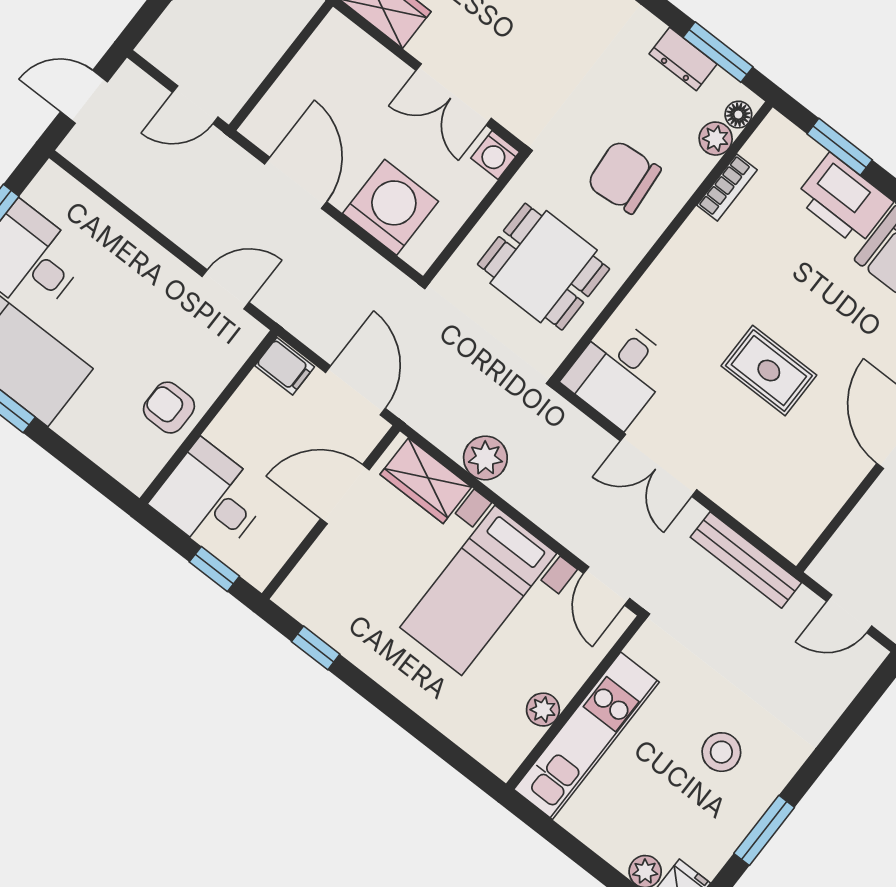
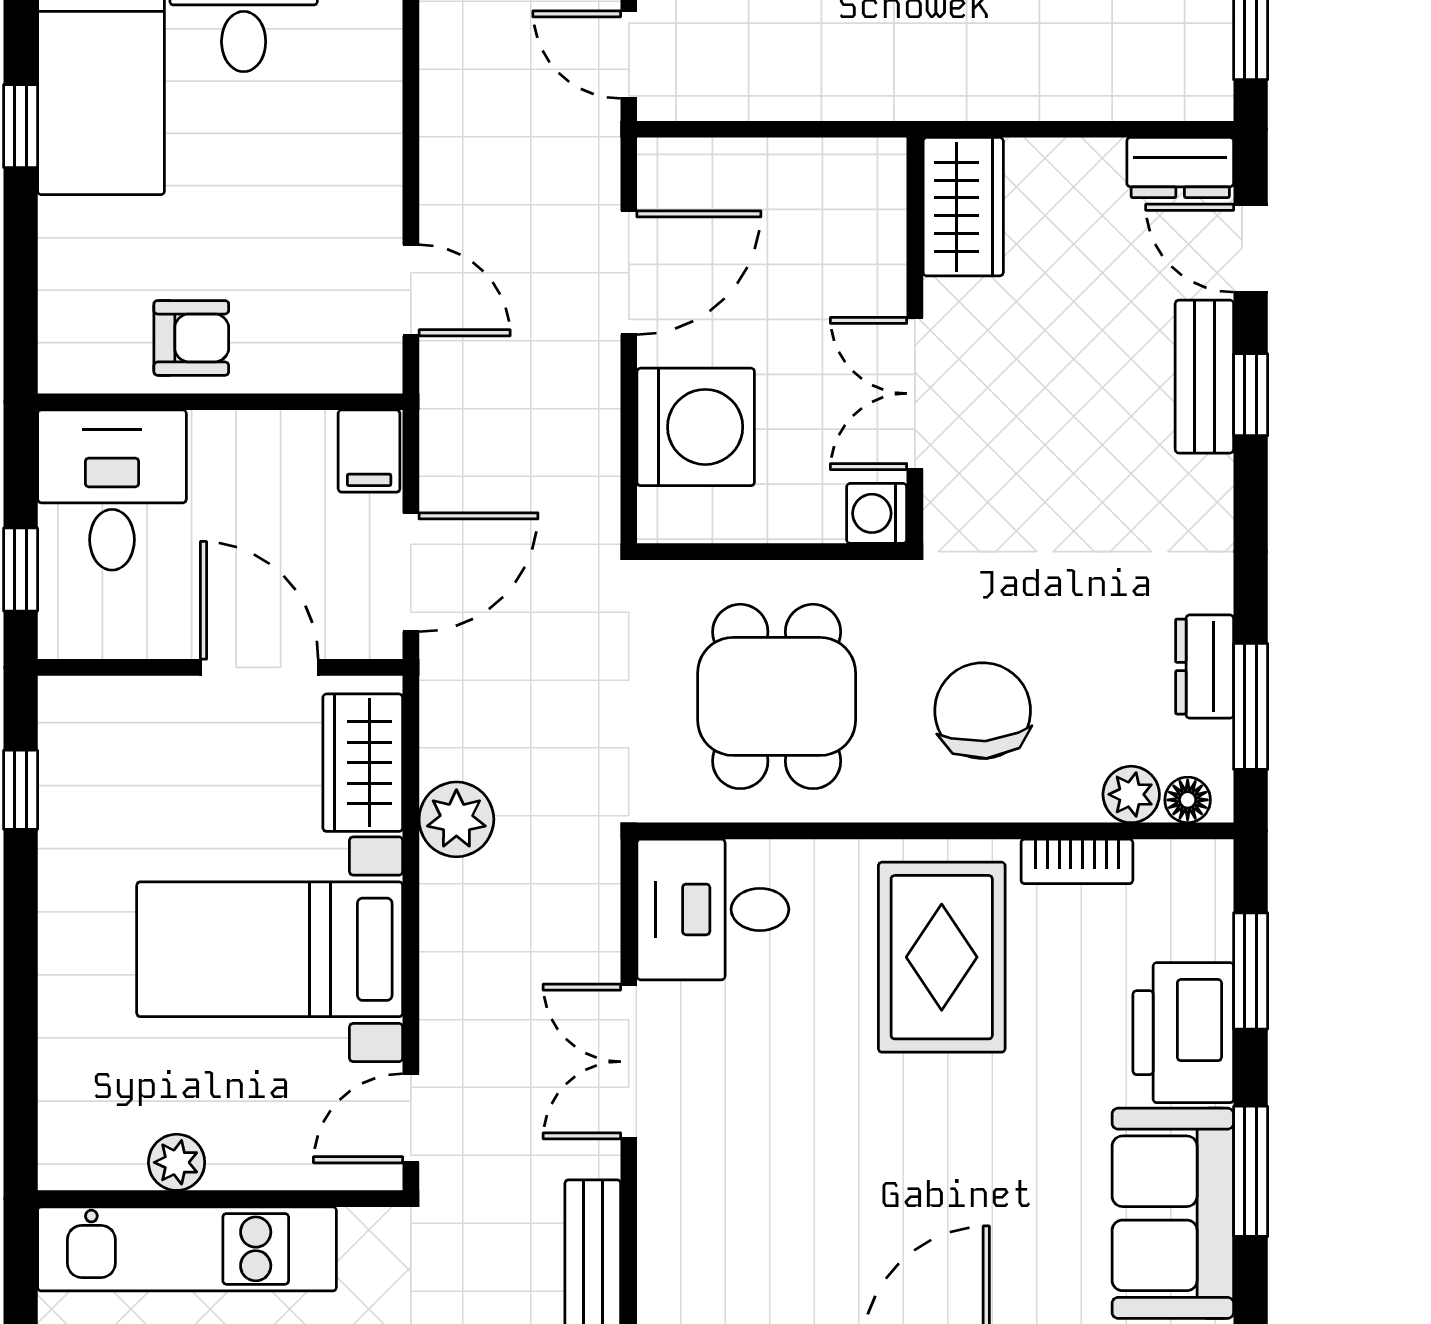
rug: (769, 371) -> (942, 957), moved, width x1.36, depth x1.43
armchair: (169, 408) -> (191, 338), turned 90

